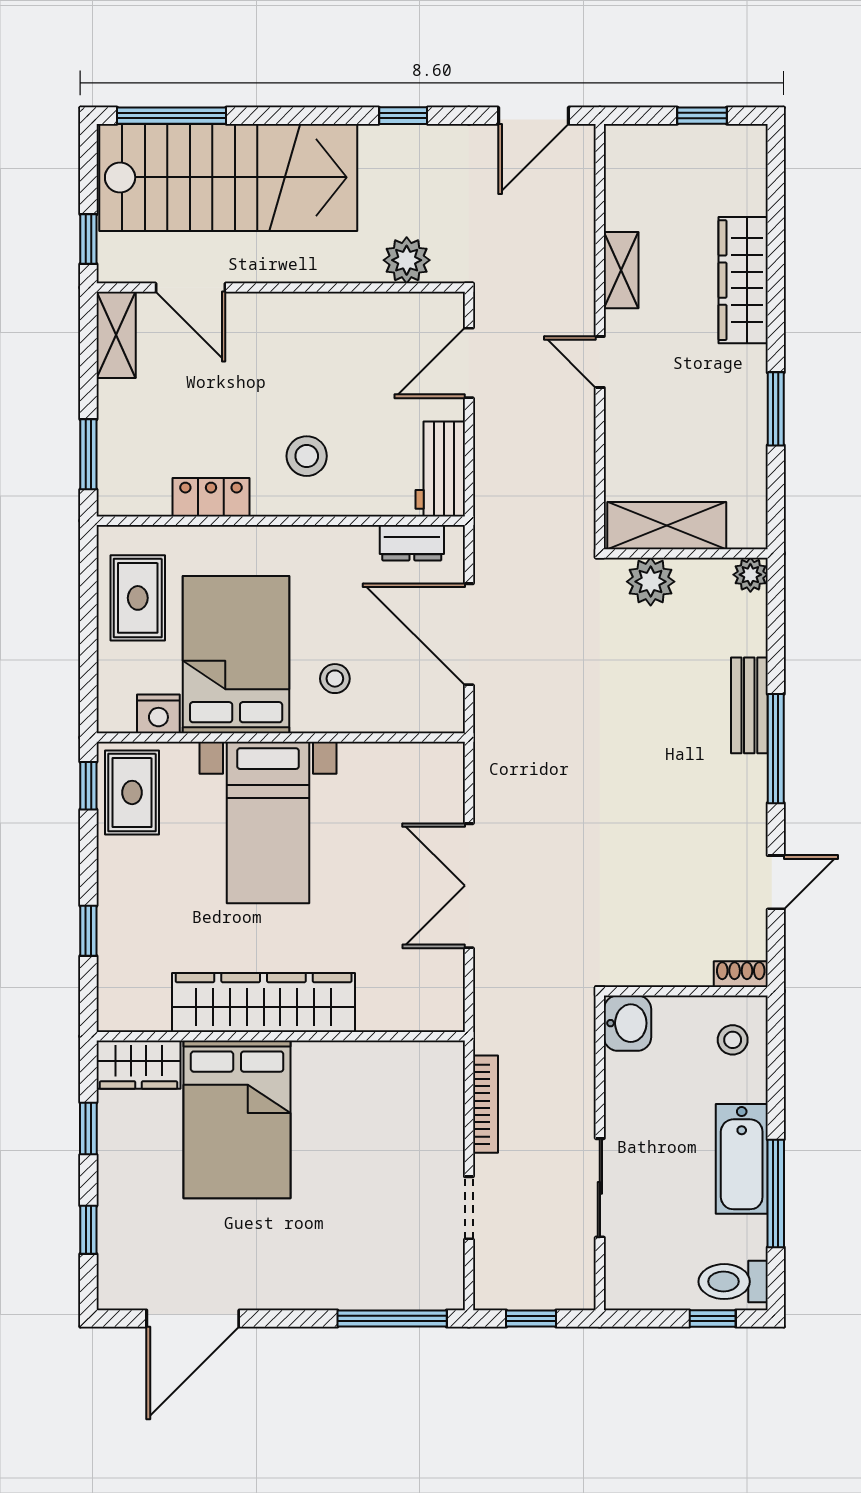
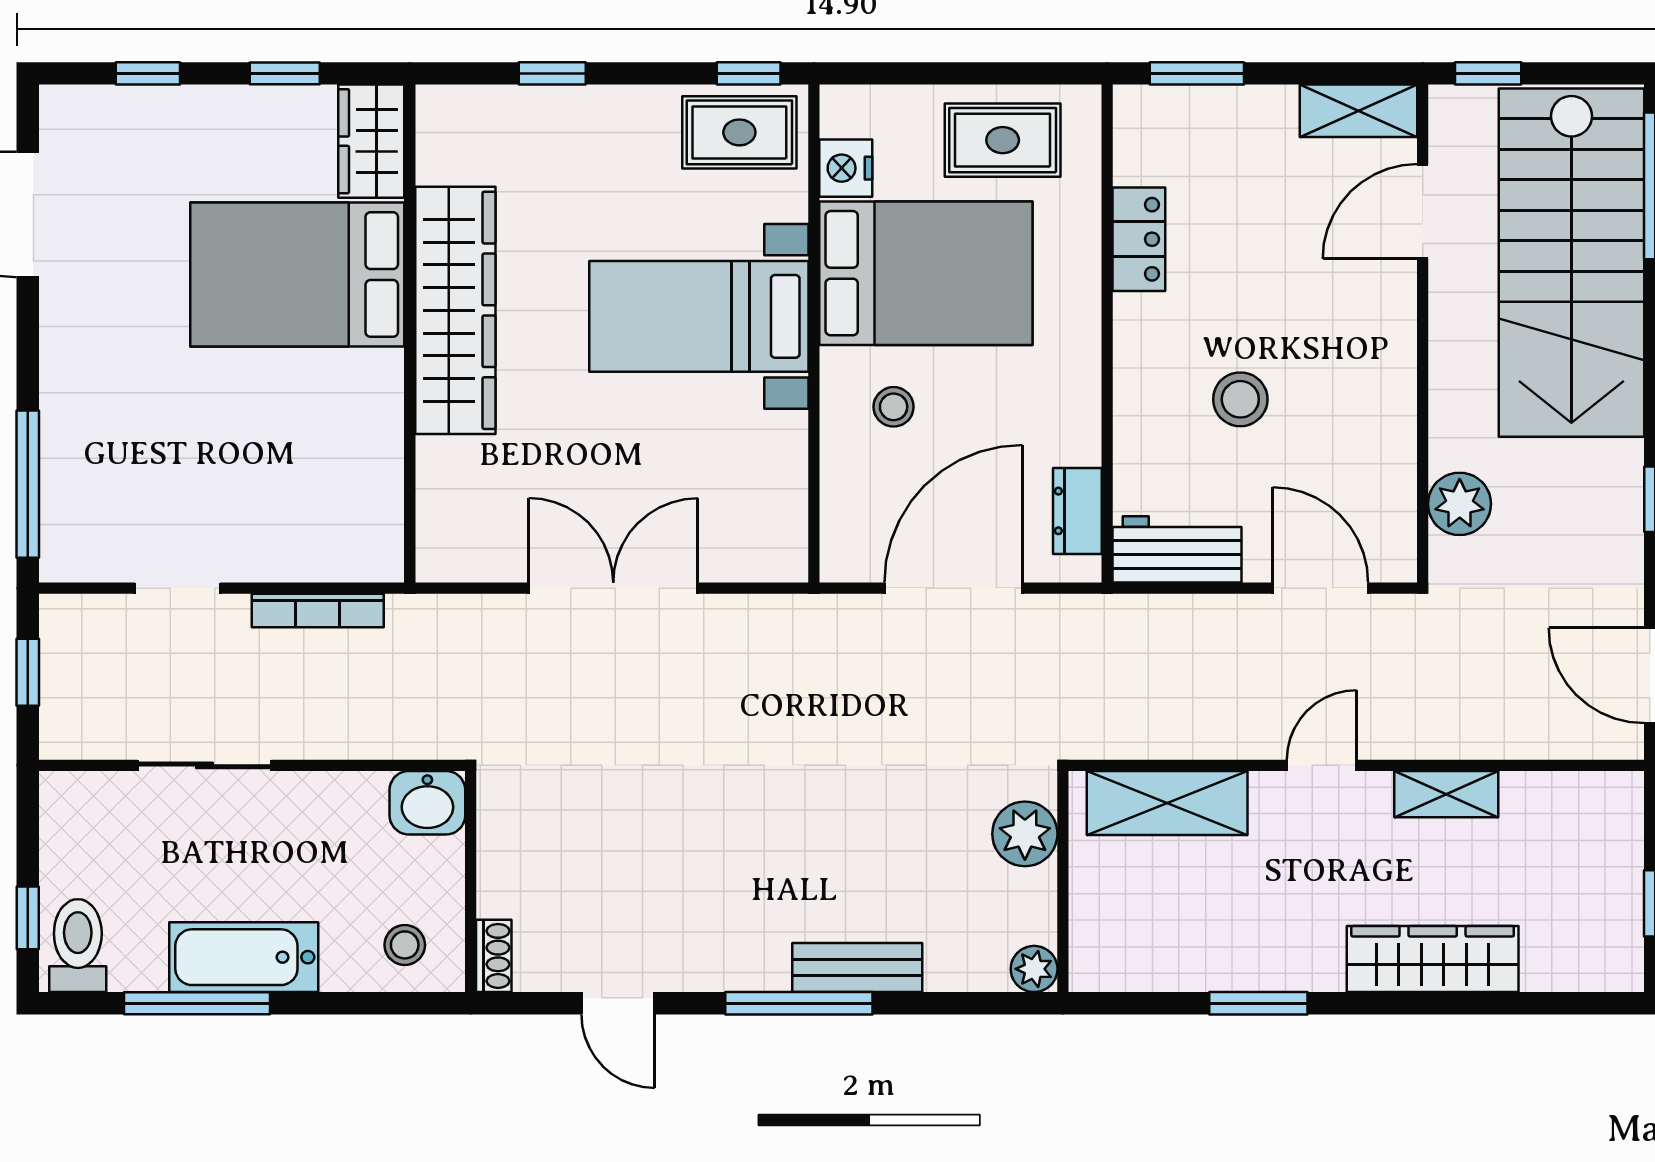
stool: (307, 456) -> (1240, 399), moved
shelving: (667, 526) -> (1167, 803), moved, turned 90

